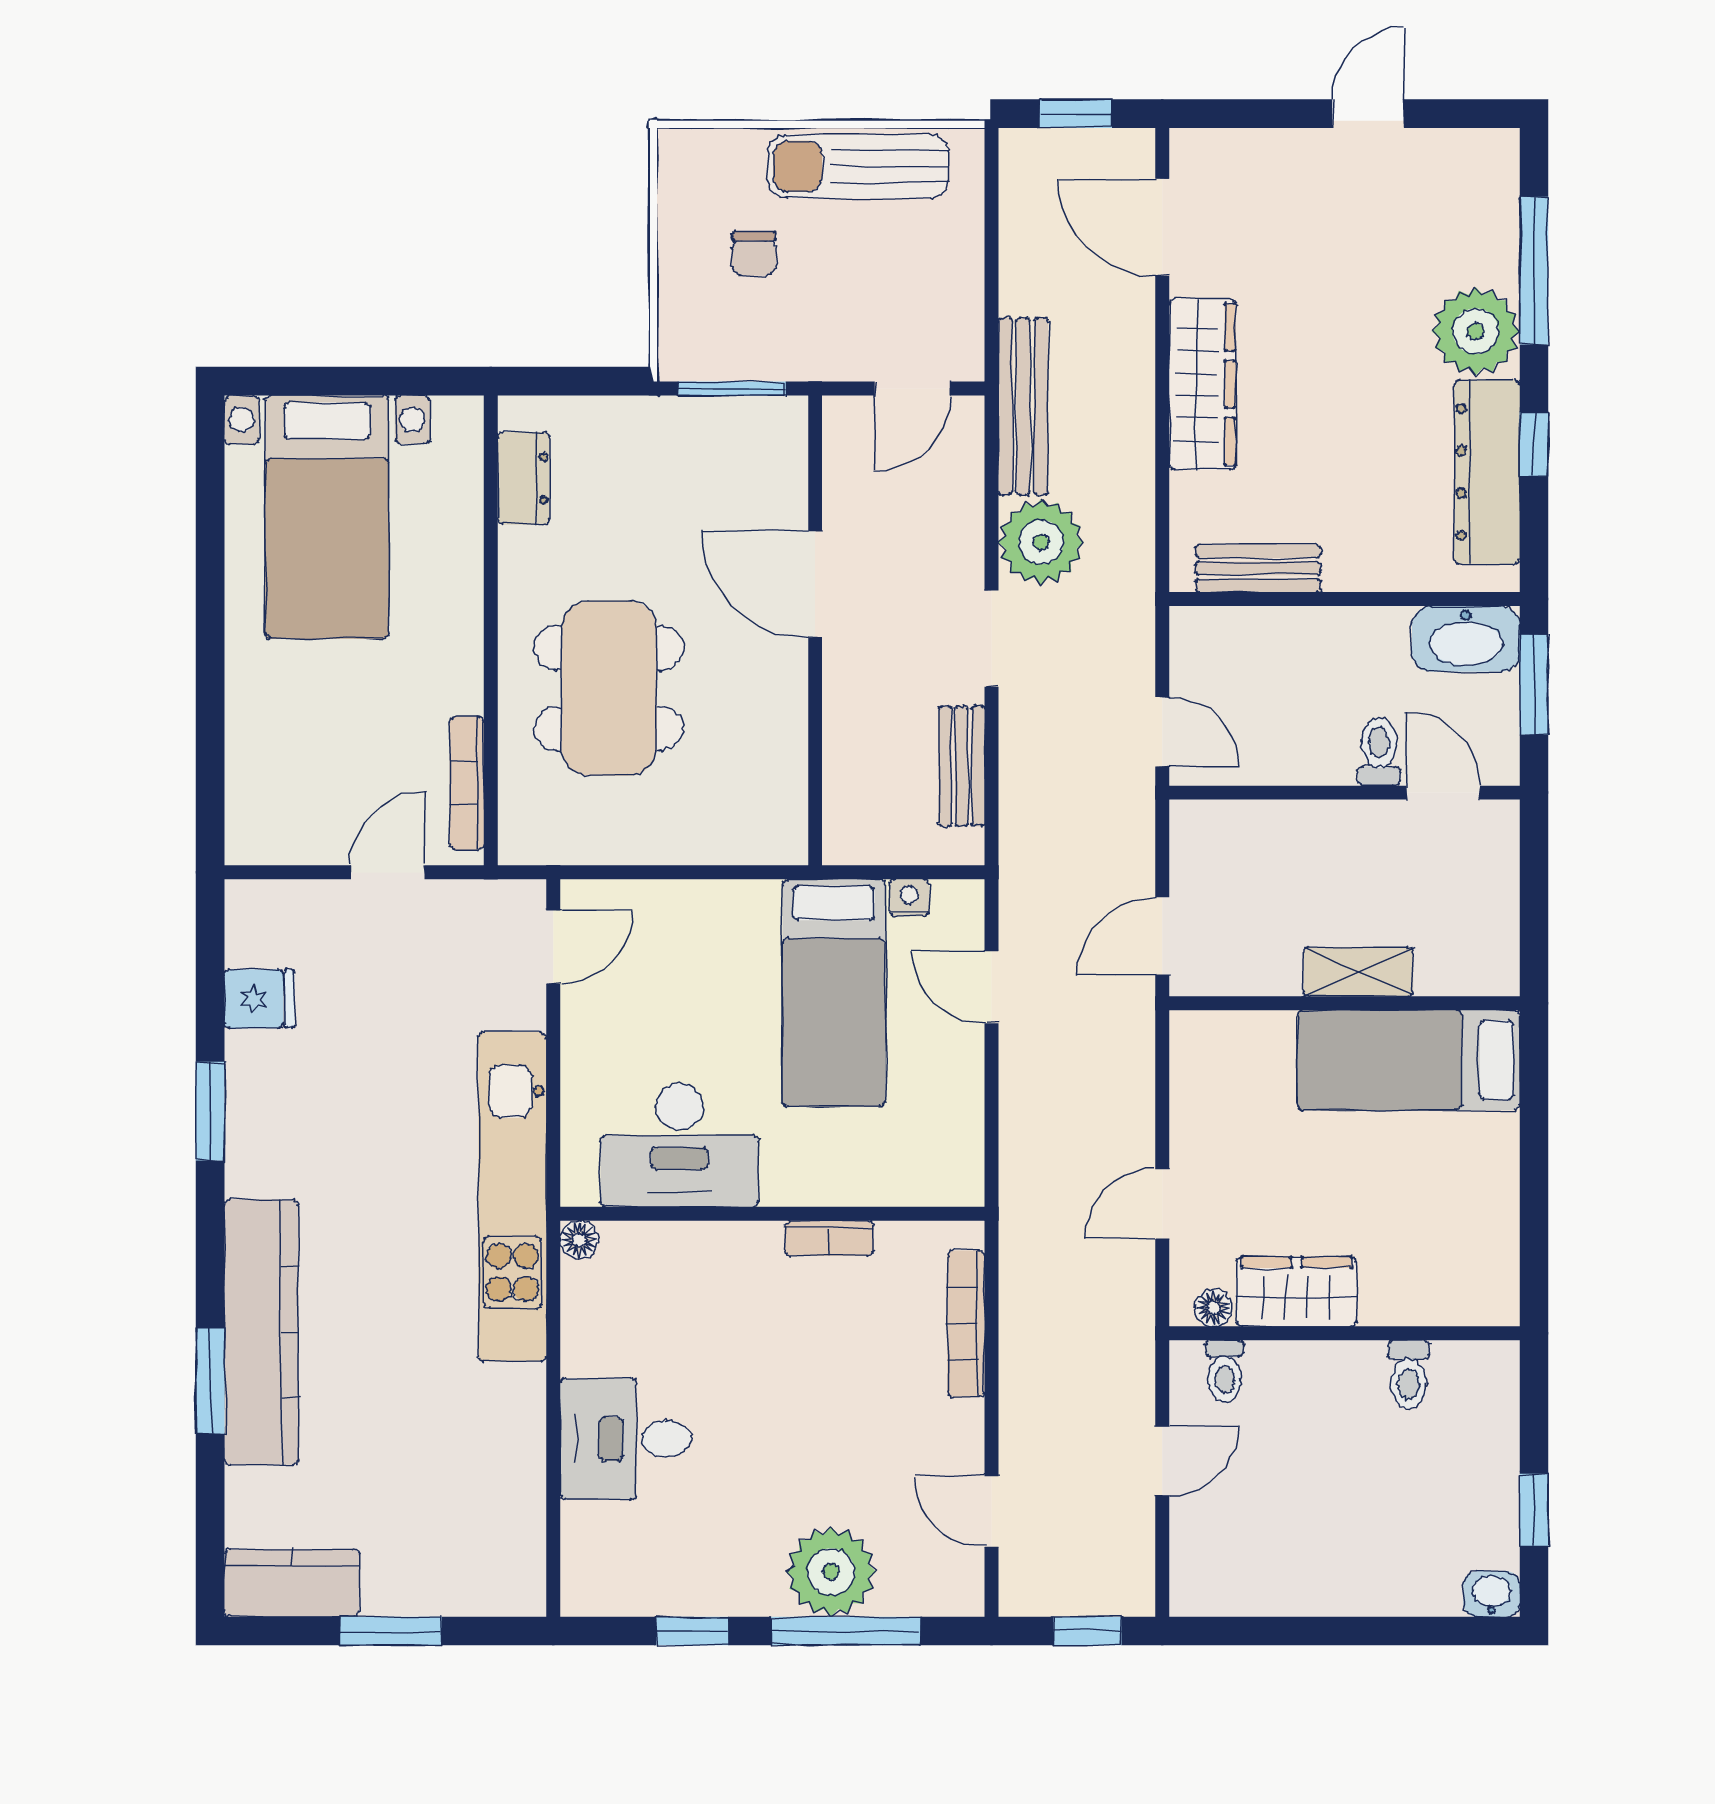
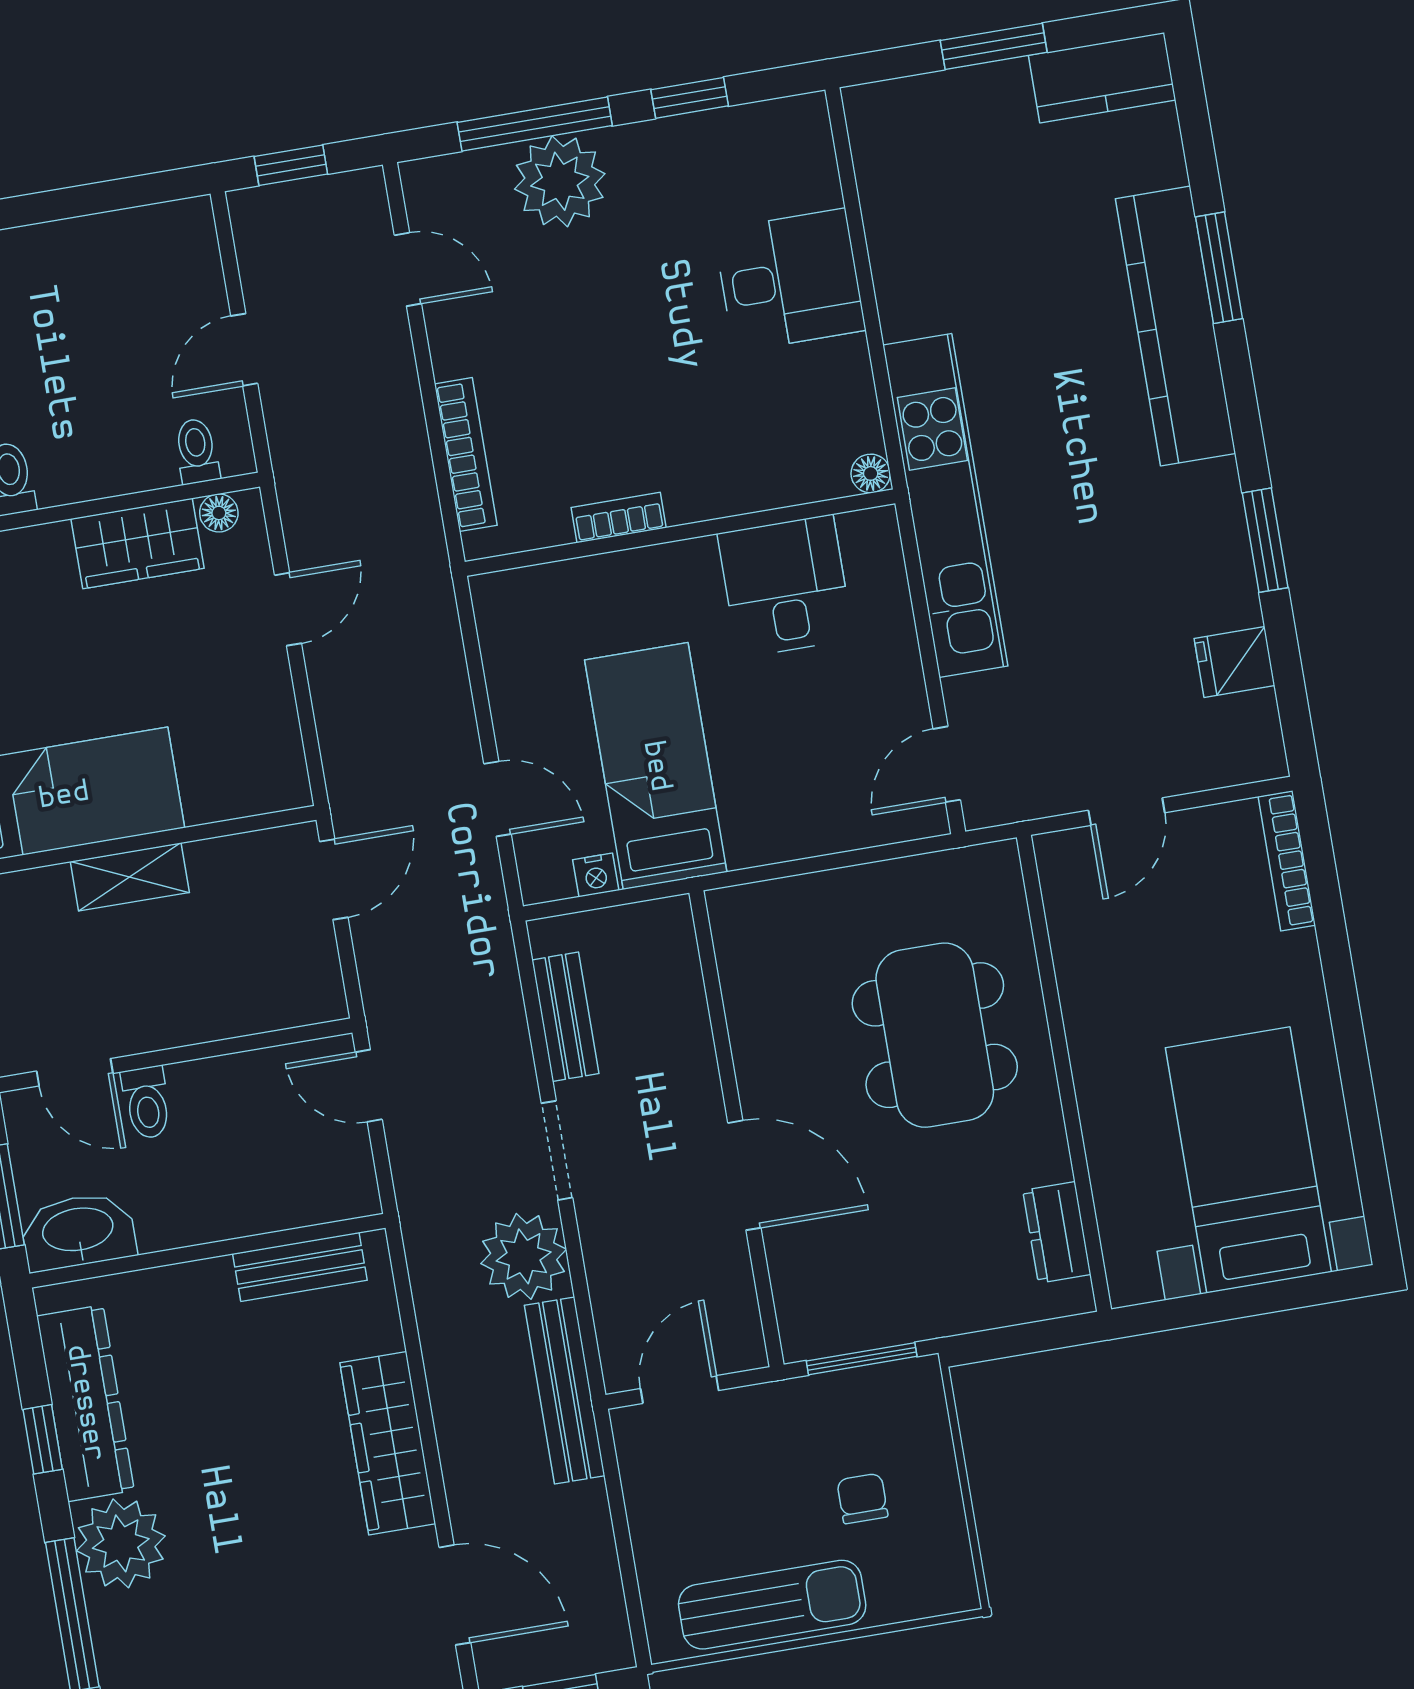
bookcase: (467, 783) -> (1287, 861), moved, turned 180
desk: (679, 1145) -> (786, 586), width x0.73

